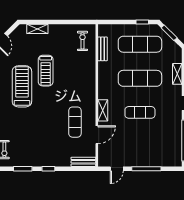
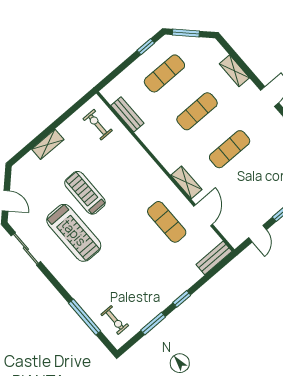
shelving: (37, 29) -> (48, 144), moved
exercise mat: (140, 44) -> (164, 73), width x0.73, depth x0.69
treadmill: (46, 71) -> (85, 193), turned 180
exercise mat: (140, 78) -> (197, 111), width x0.73, depth x0.69
treadmill: (22, 86) -> (74, 233), turned 180

